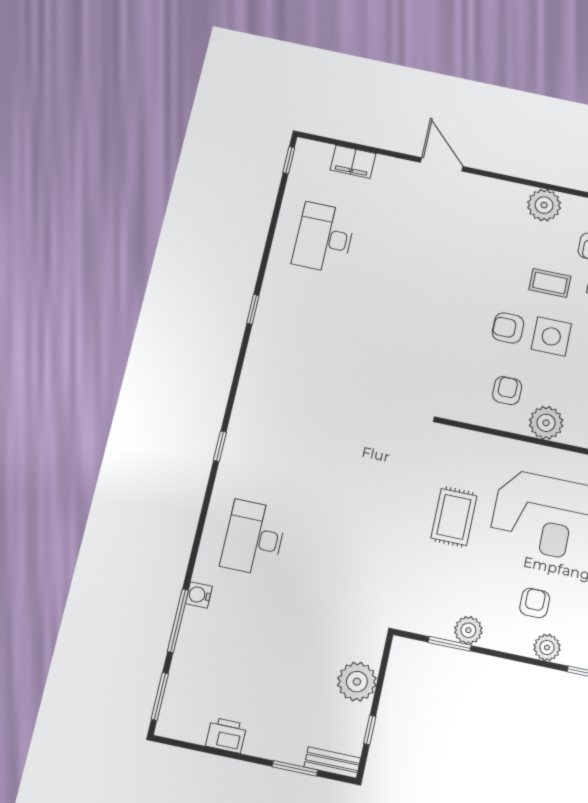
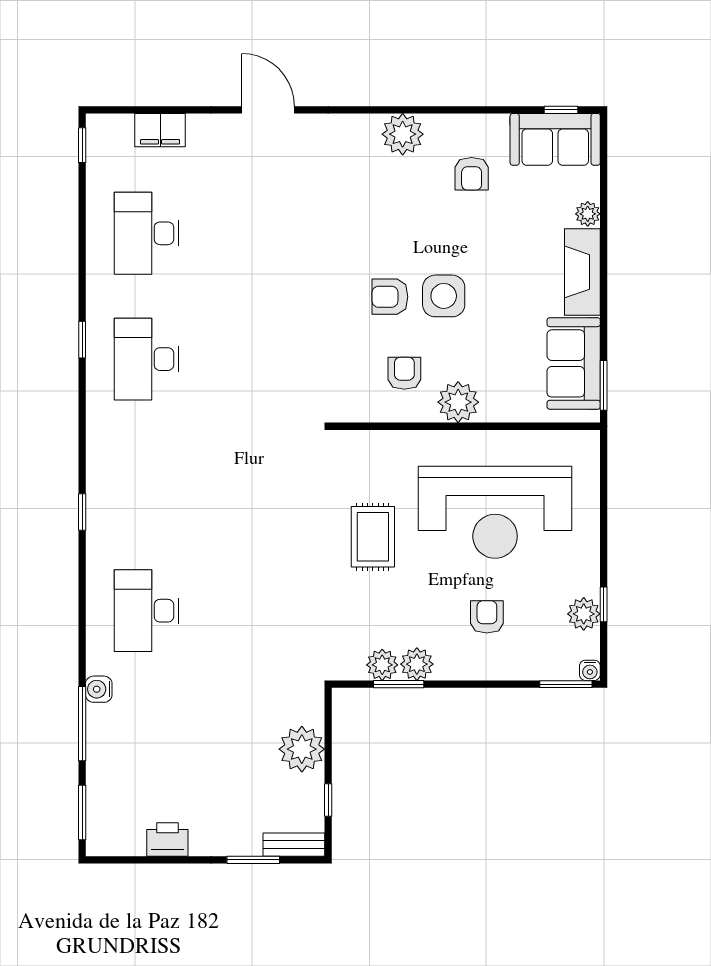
coffee table: (550, 283) -> (429, 230), removed
desk: (301, 335) -> (147, 359), added
plant: (547, 647) -> (382, 665), moved

